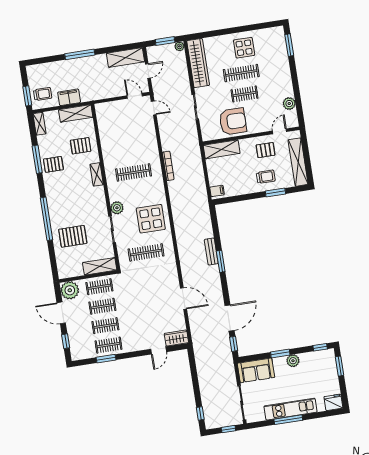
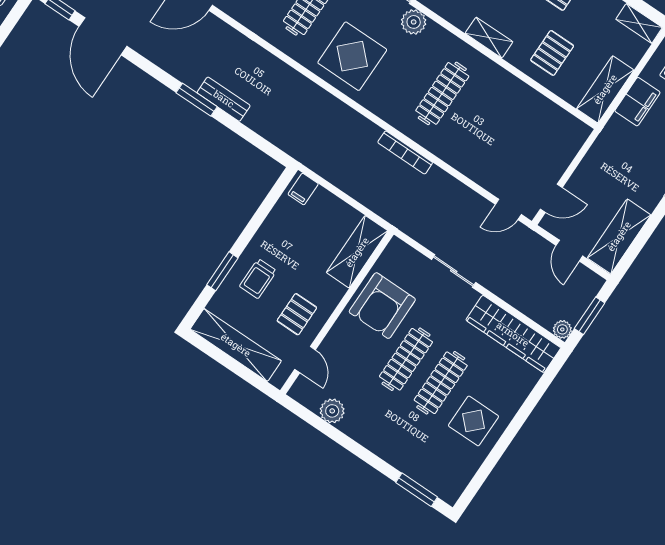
clothes rail: (245, 94) -> (406, 359), width x1.36

